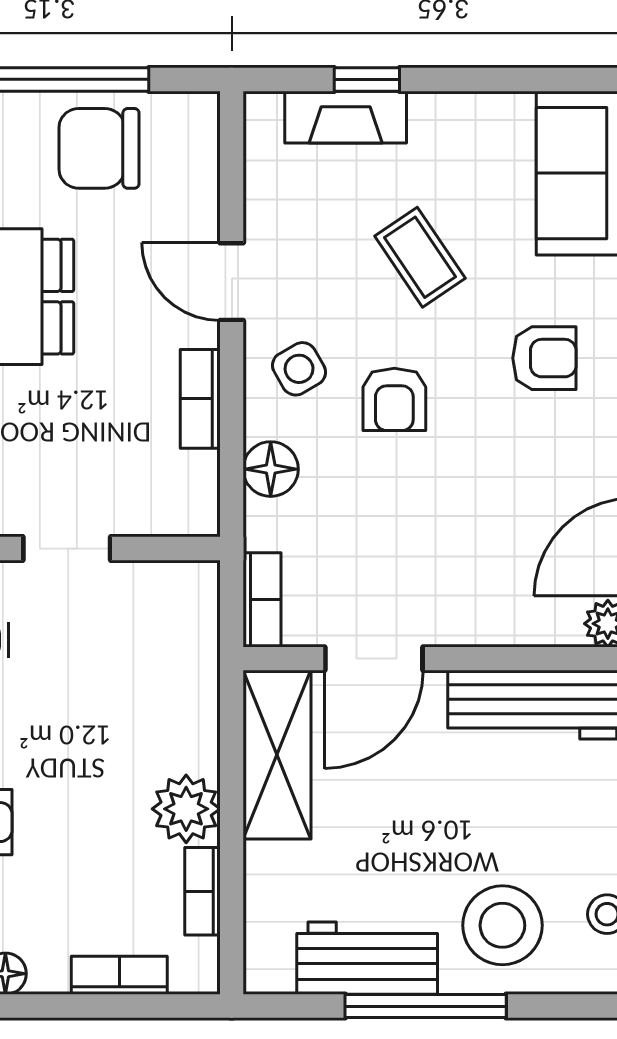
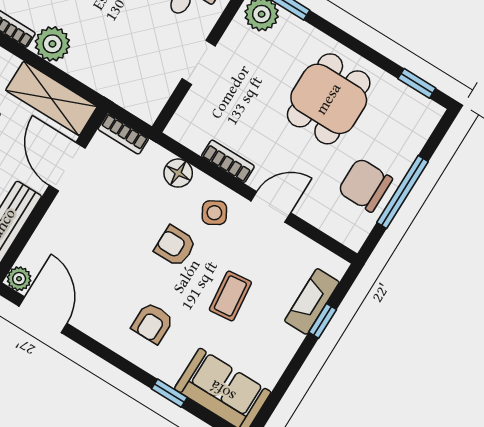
chair: (99, 148) -> (365, 185), turned -90
coffee table: (420, 257) -> (230, 296), turned -62

